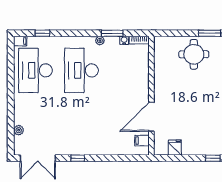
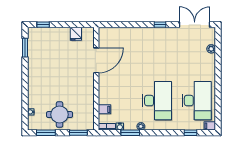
window: (172, 33) -> (78, 133), added
filing cabinet: (142, 141) -> (104, 109), moved

